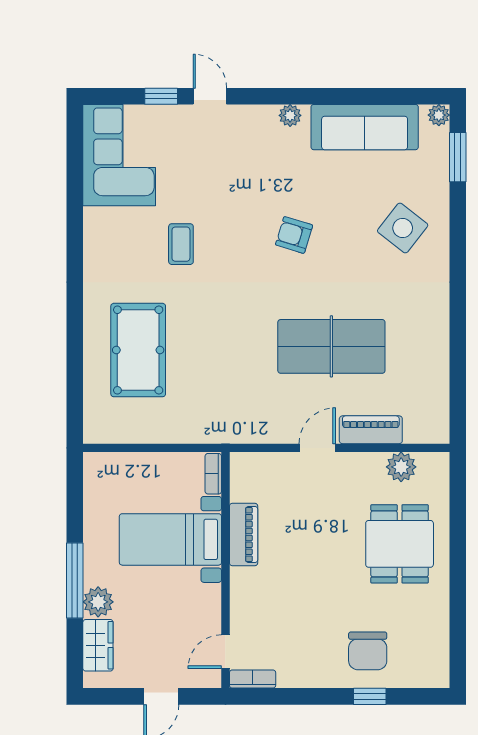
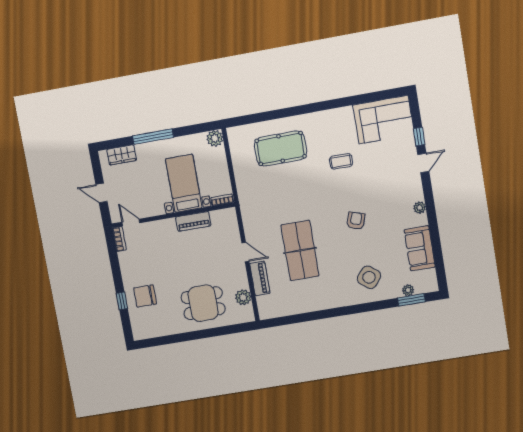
plant: (439, 115) -> (408, 290), moved
sofa: (365, 127) -> (420, 248), width x0.73
plant: (98, 602) -> (215, 138), moved

